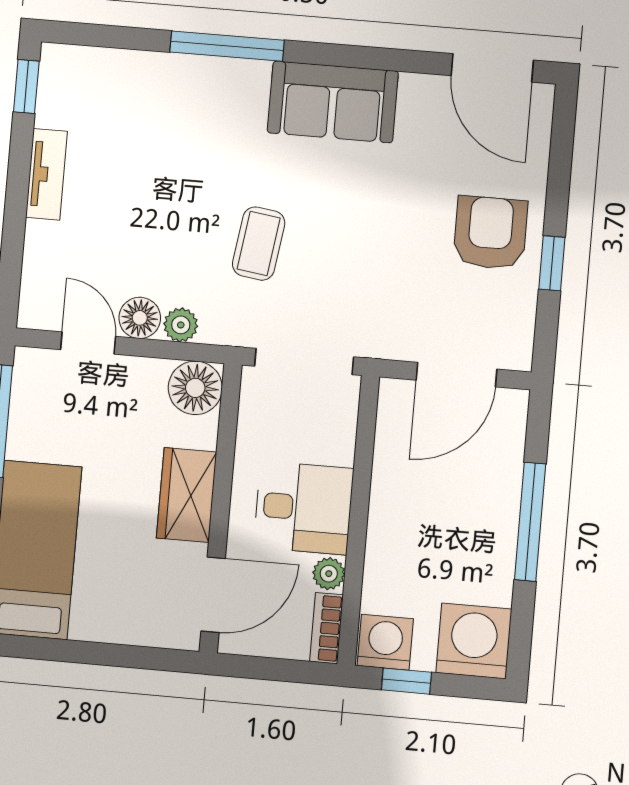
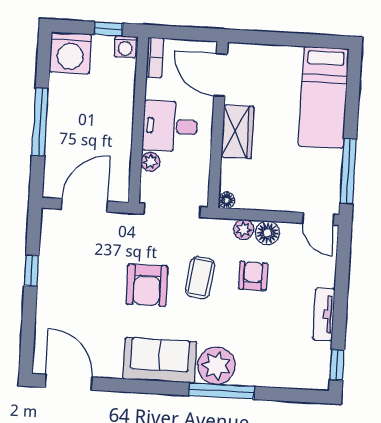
plant: (235, 90) -> (216, 366), added
armchair: (490, 233) -> (147, 285), moved
armchair: (167, 244) -> (253, 276), added
door: (88, 343) -> (318, 219), moved
floor lamp: (195, 388) -> (227, 200), width x0.53, depth x0.53
plant: (329, 574) -> (150, 162), moved
door: (213, 595) -> (221, 75), hinge flipped
washing machine: (385, 642) -> (125, 47), width x0.73, depth x0.73

